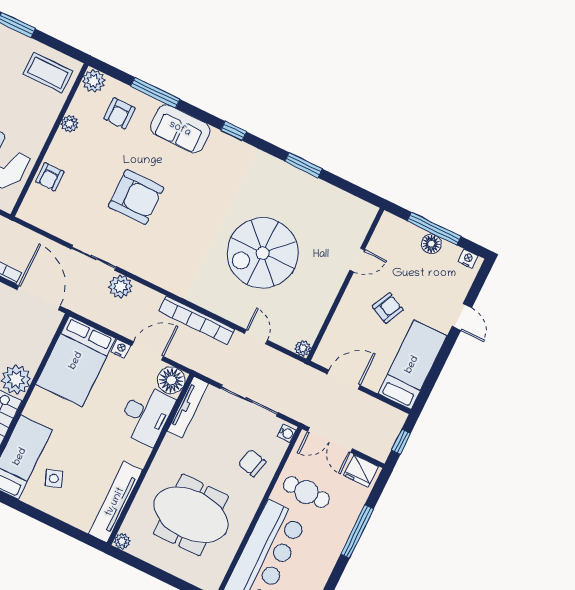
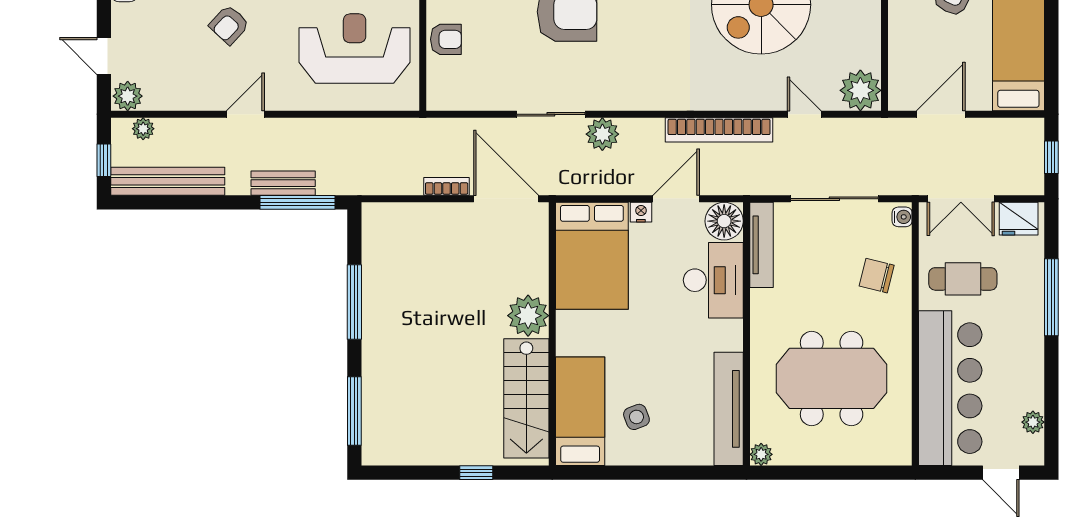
armchair: (50, 177) -> (446, 39), turned -90
plant: (303, 348) -> (860, 90), width x1.88, depth x1.88

